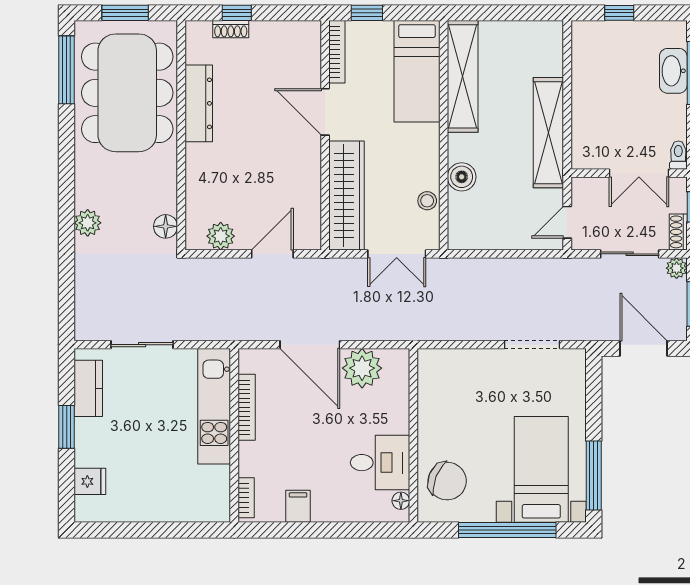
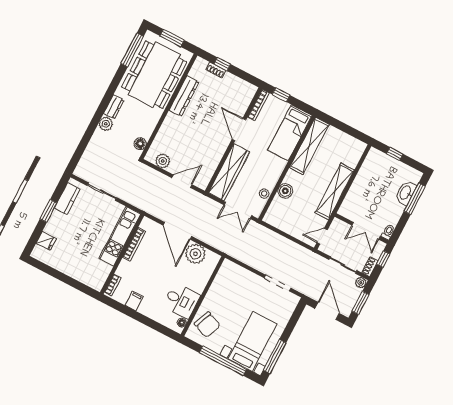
dresser: (86, 186) -> (114, 107), added

